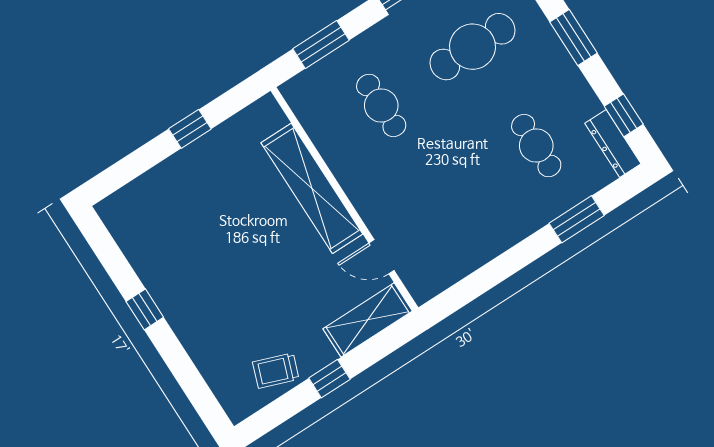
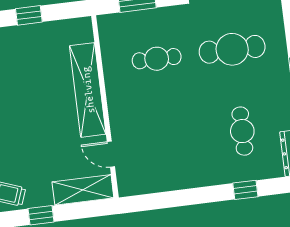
cafe table: (381, 105) -> (157, 59), turned 90
window: (577, 219) -> (245, 190), width x0.67

